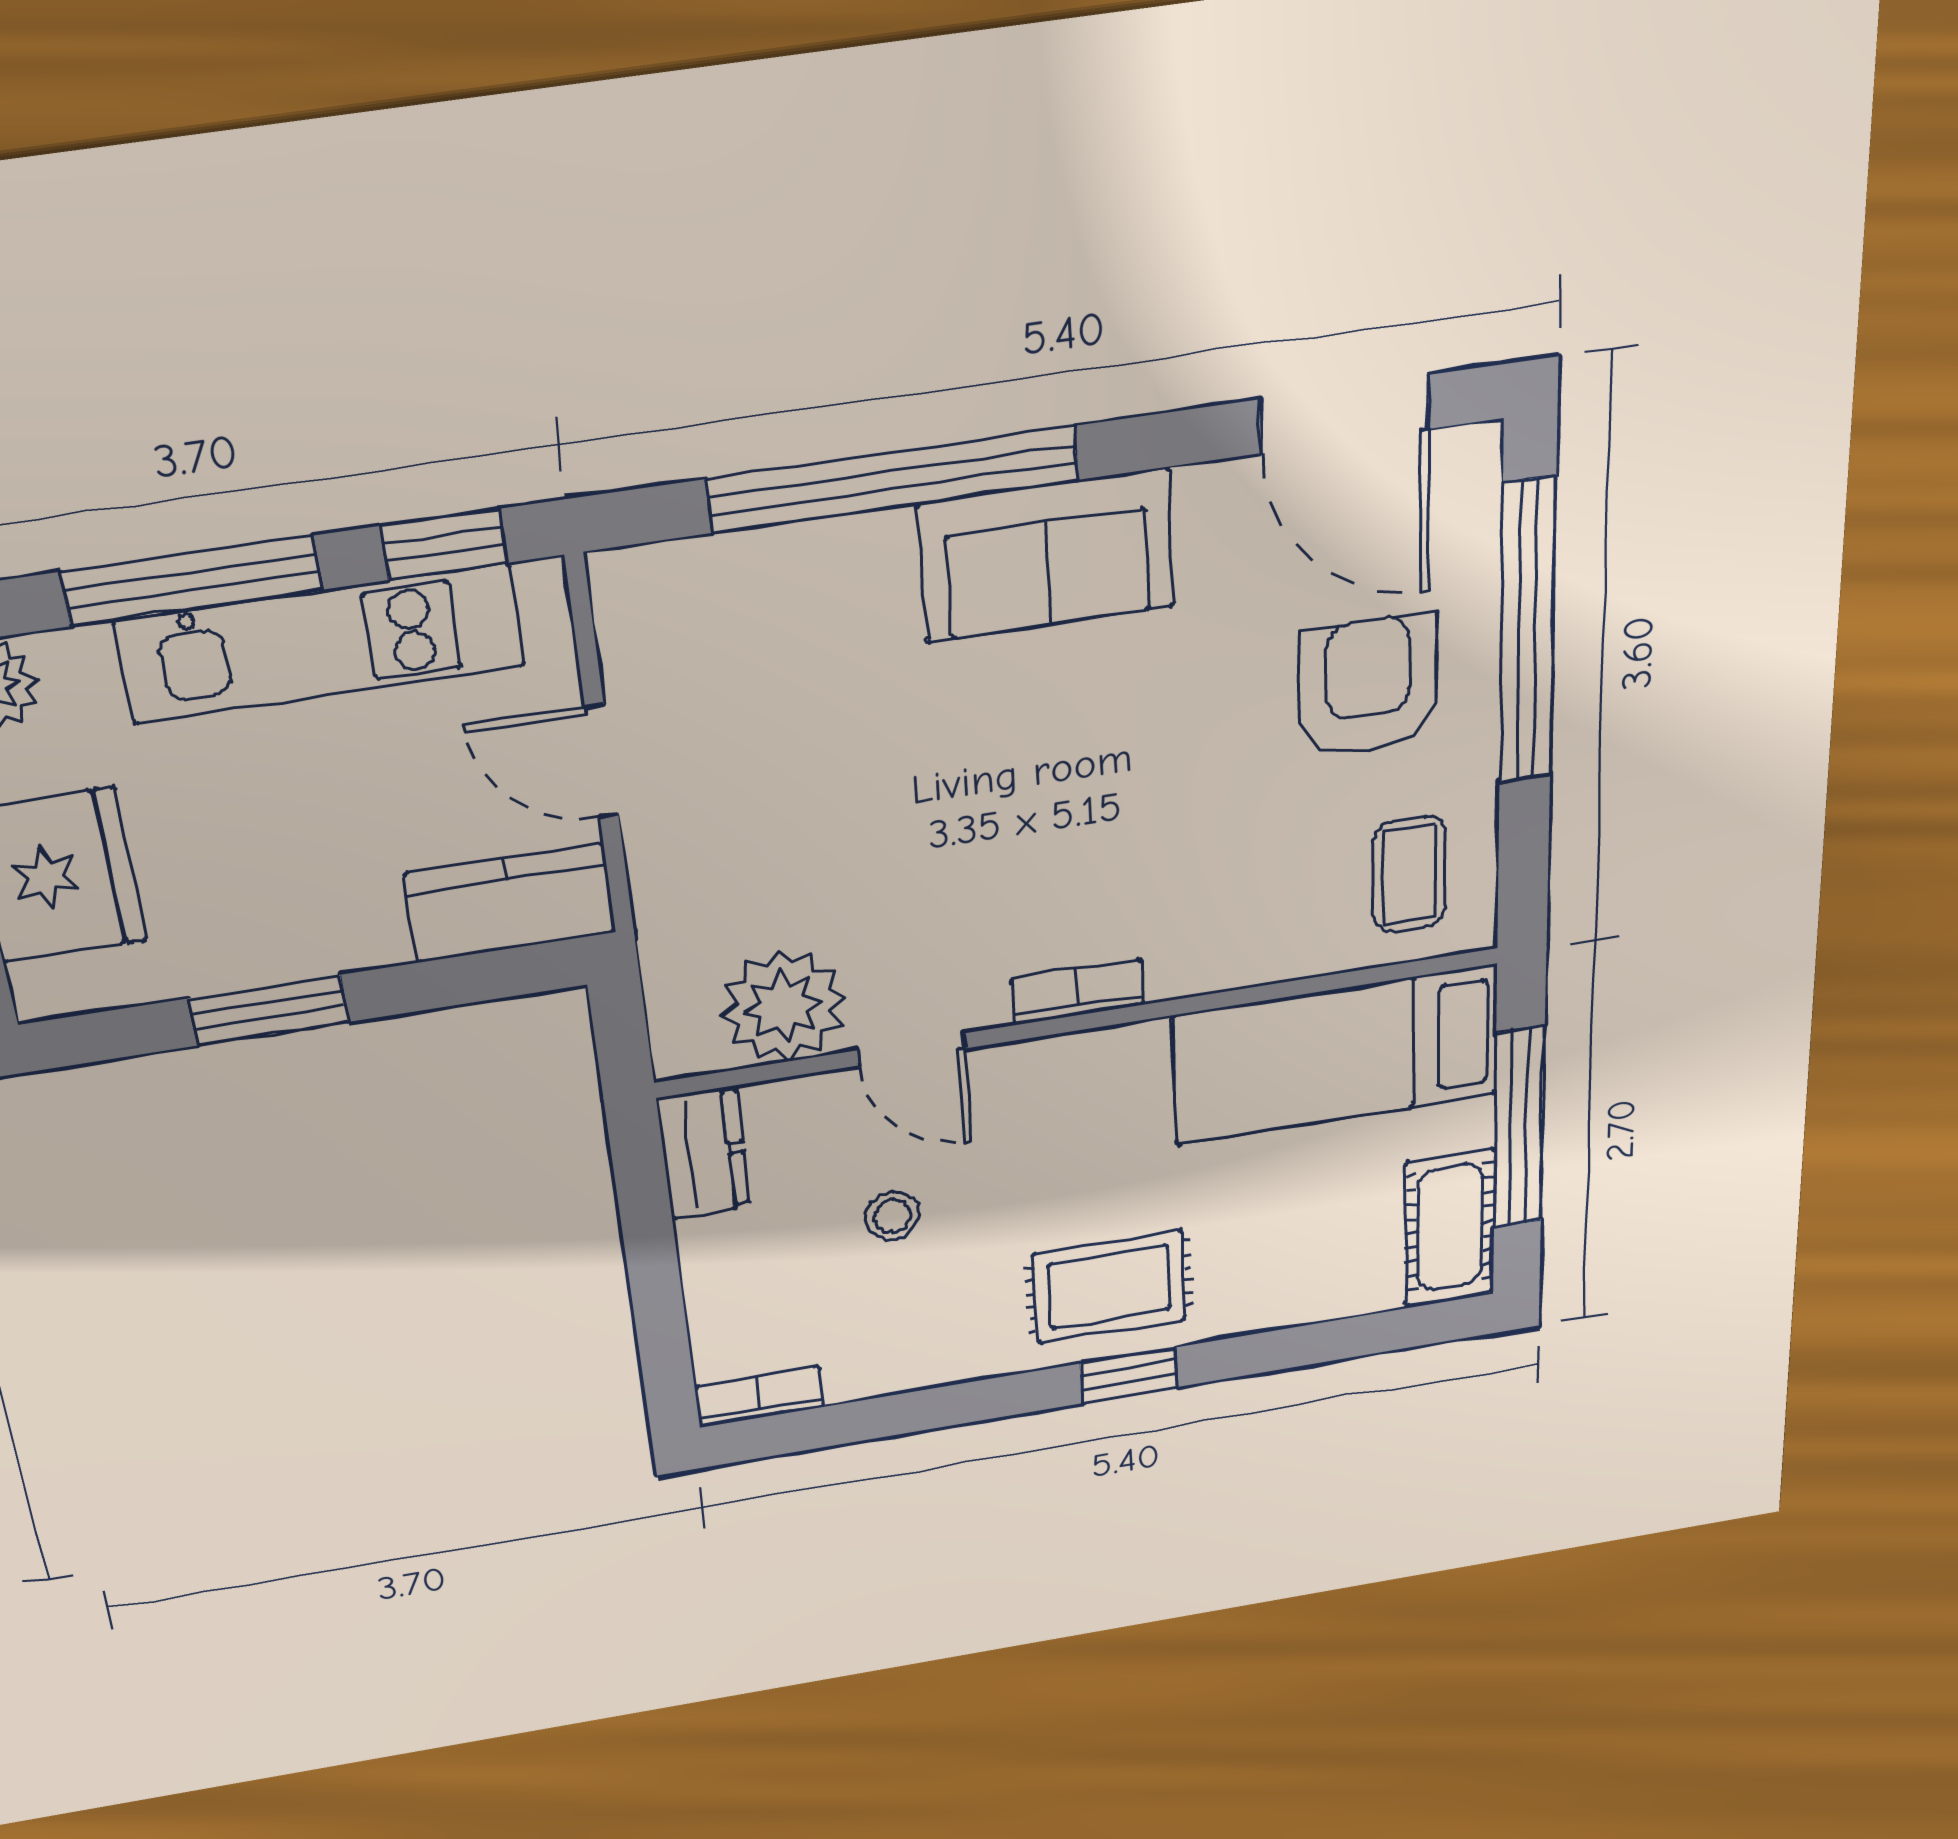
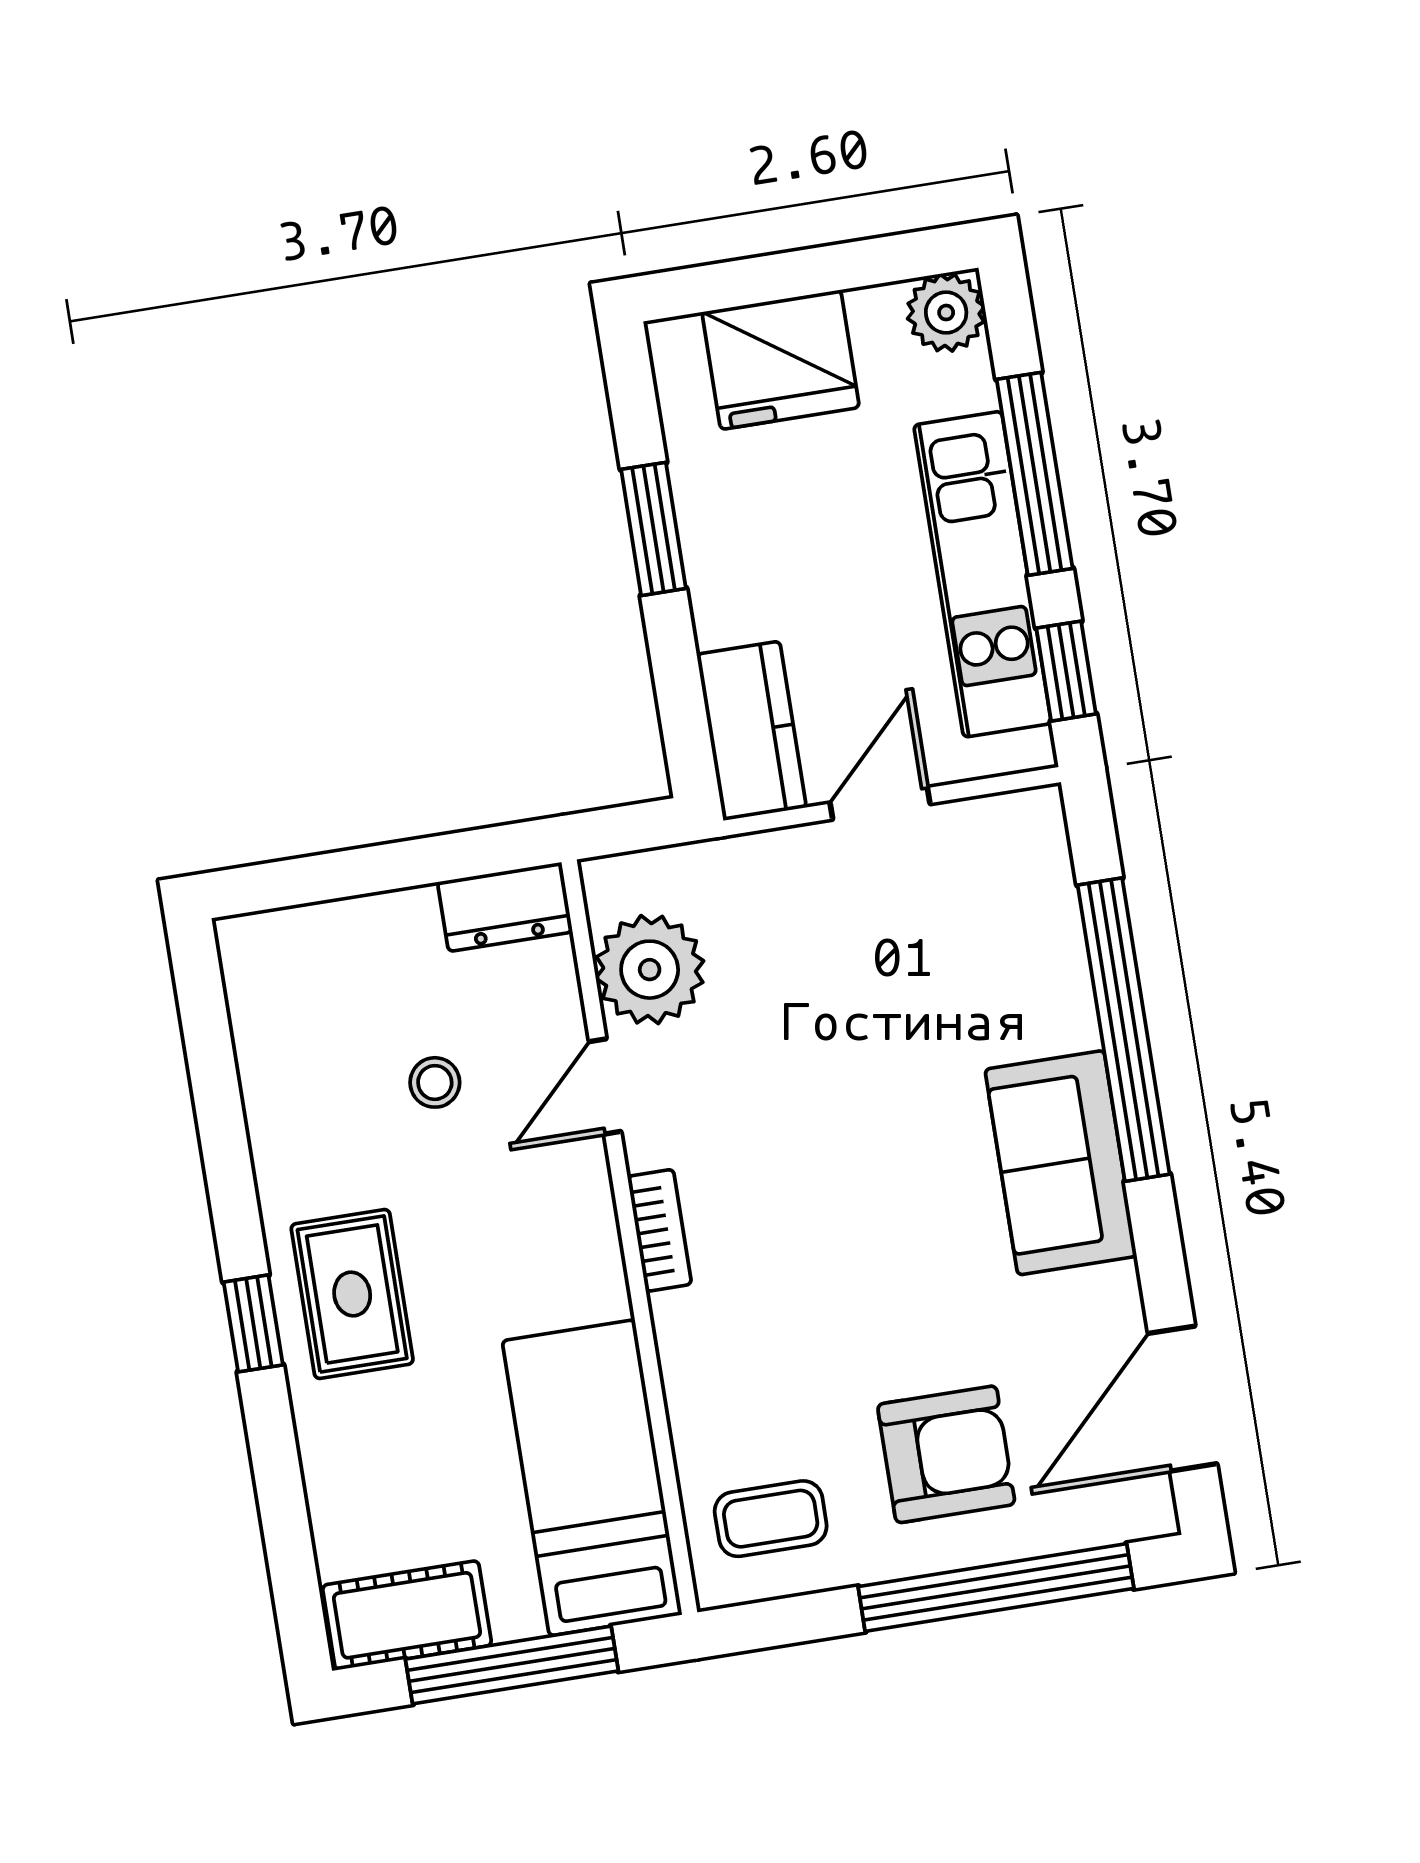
bookcase: (759, 1397) -> (244, 972), removed

